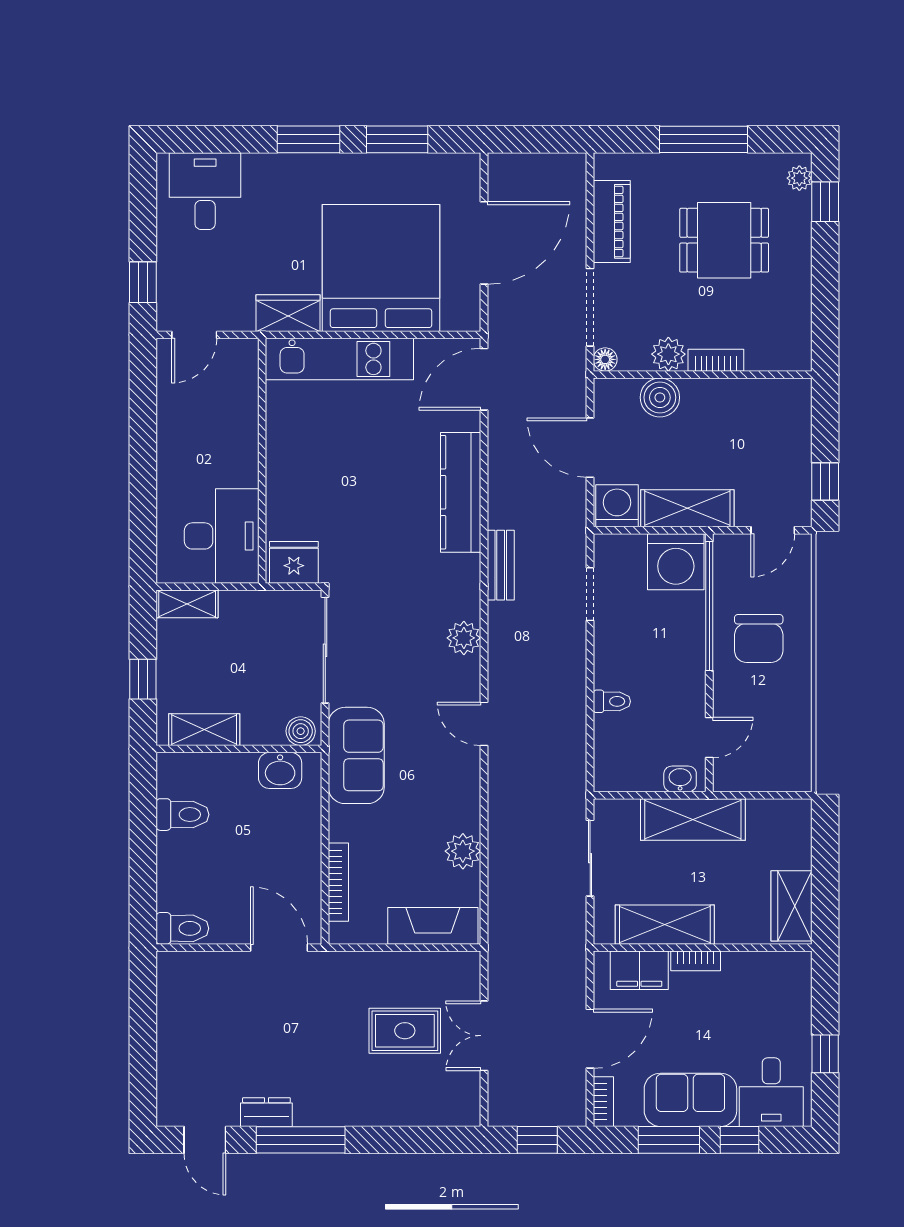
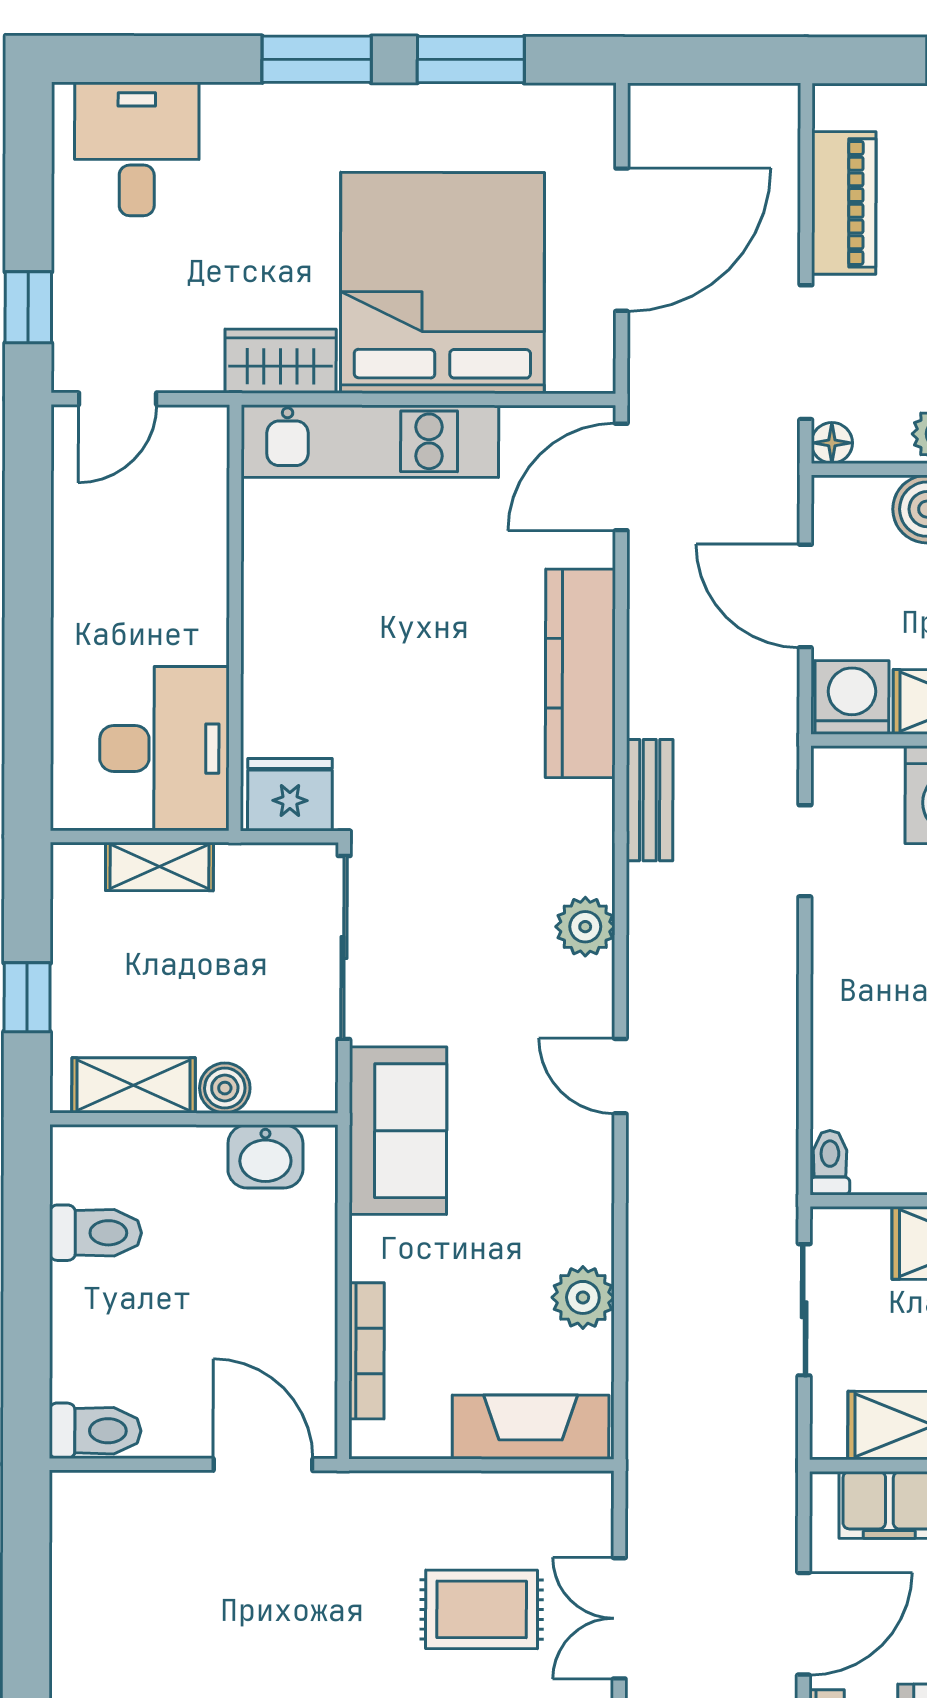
shelving: (187, 604) -> (159, 867), moved
toilet: (612, 701) -> (830, 1163), moved, turned -90
boiler: (301, 731) -> (225, 1088), moved

